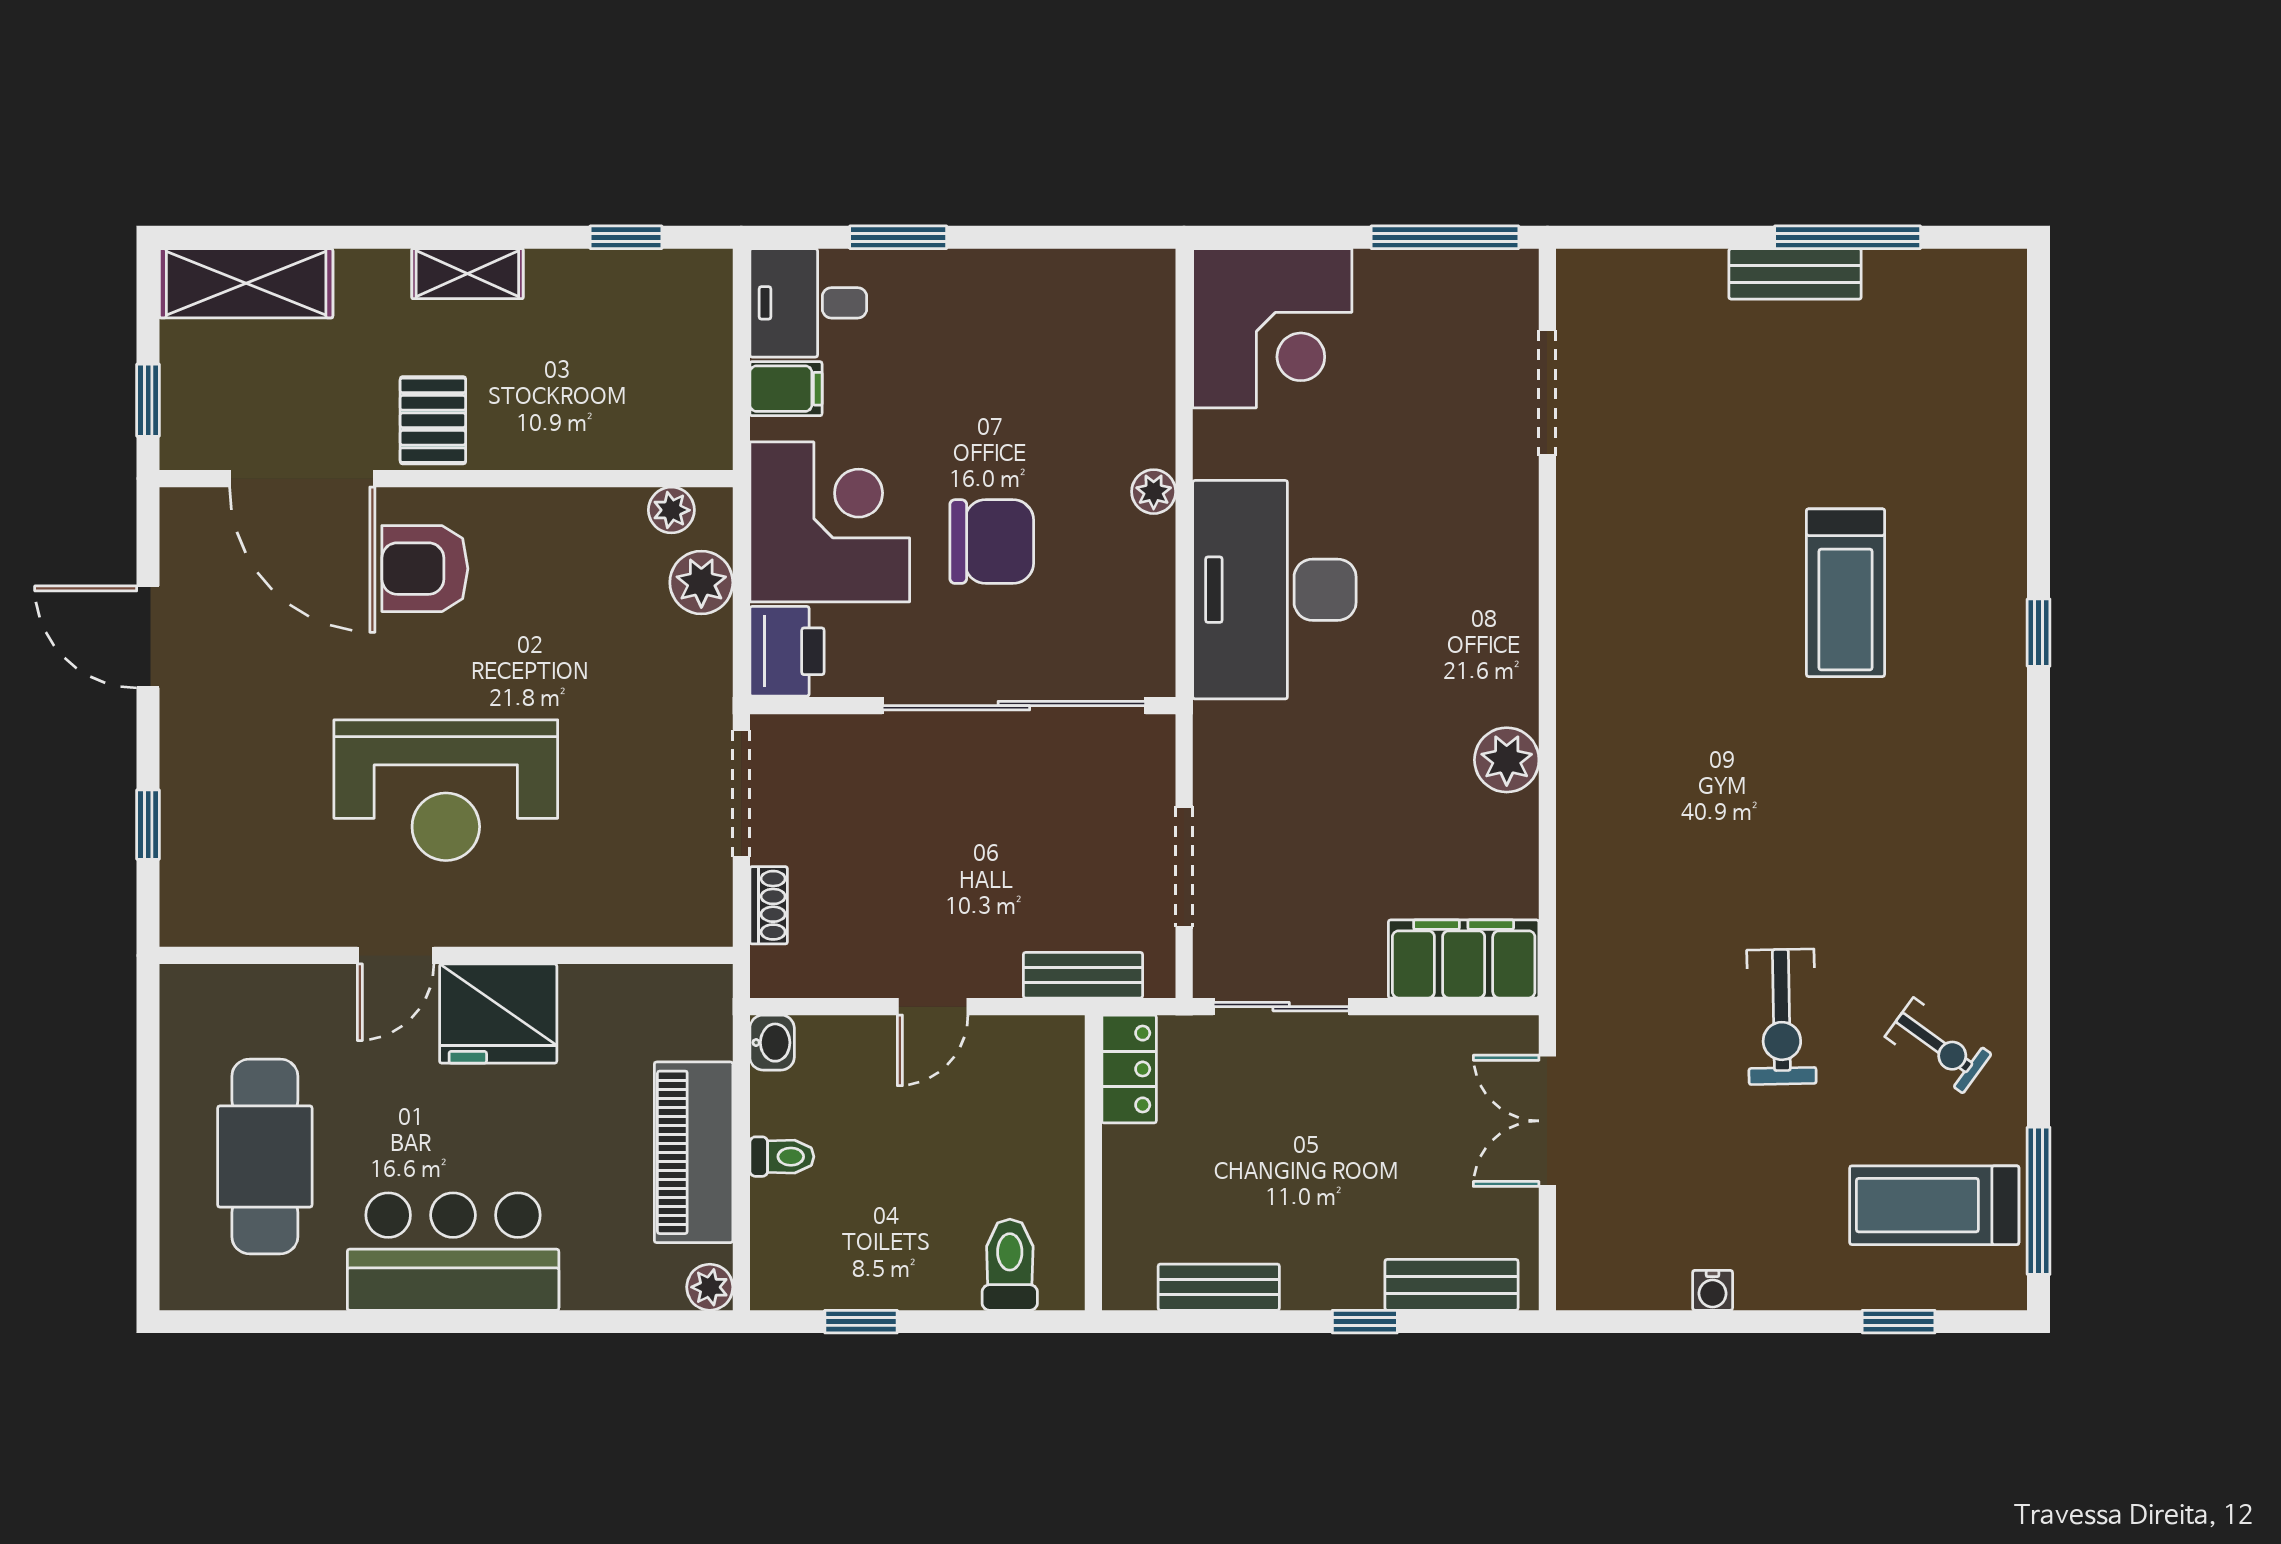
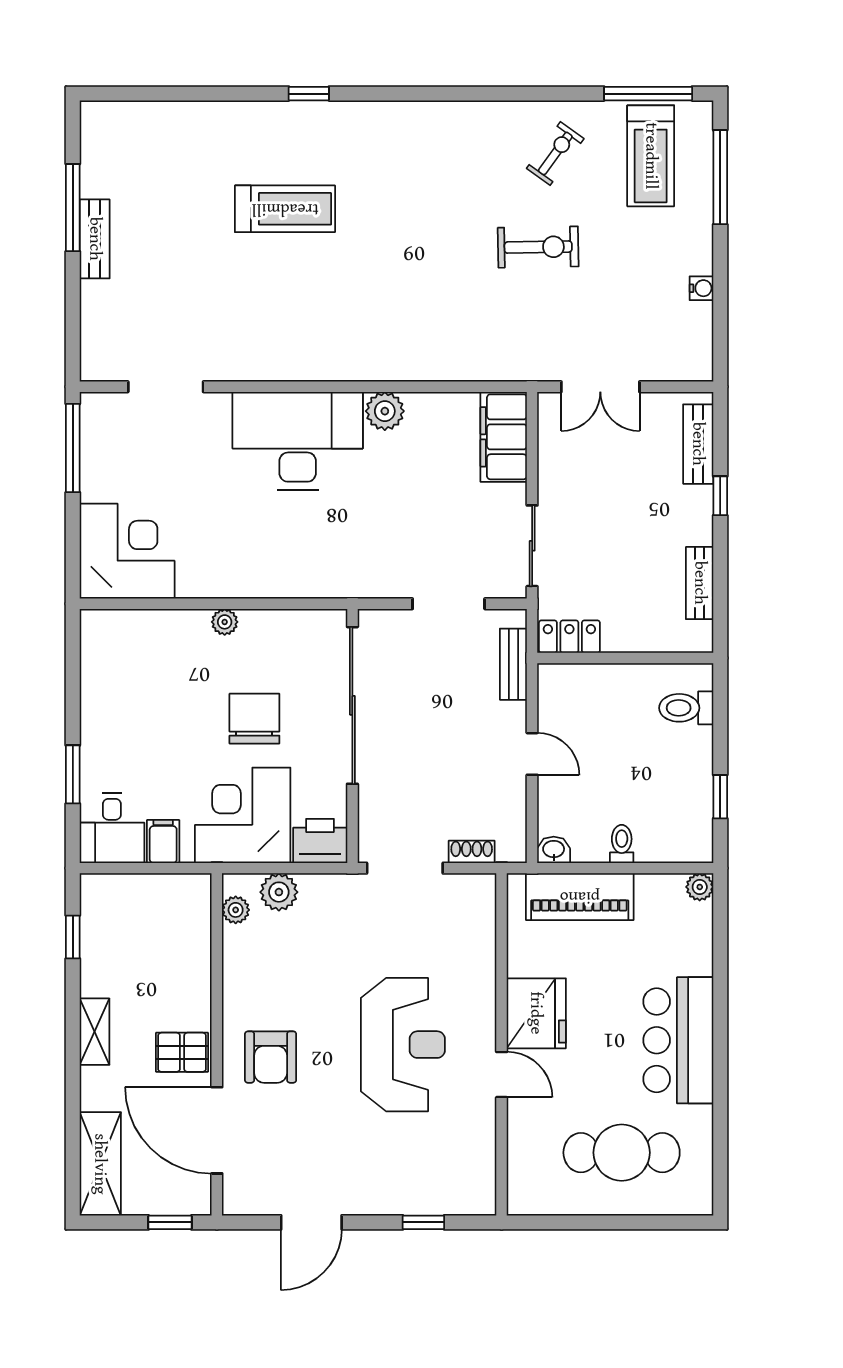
door: (302, 479) -> (217, 1130), swing flipped
desk: (1274, 590) -> (298, 441), moved, turned 180
piano: (694, 1152) -> (580, 897), moved
window: (1899, 1322) -> (720, 177), width x2.17

